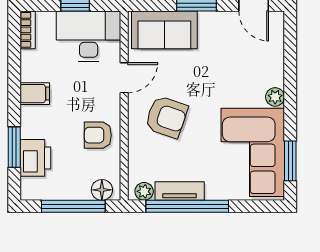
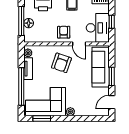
sofa: (164, 30) -> (101, 67), width x1.36
armchair: (98, 135) -> (64, 32), moved
floor lamp: (102, 190) -> (29, 23), moved
window: (187, 206) -> (21, 86), moved

